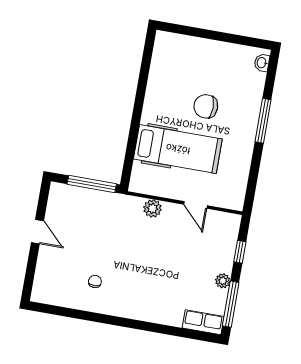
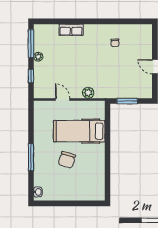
chair: (206, 106) -> (67, 160), turned 106
window: (92, 184) -> (127, 101), width x0.69
row of seats: (203, 322) -> (71, 30), moved

